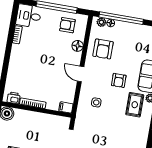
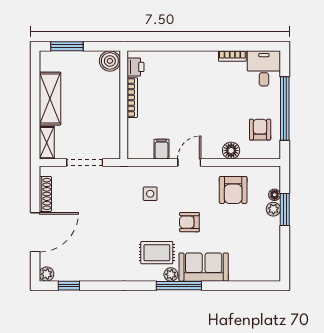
window: (121, 18) -> (285, 210), width x0.47
plant: (101, 22) -> (273, 209), moved
armchair: (103, 49) -> (233, 190), turned -90
filing cabinet: (66, 107) -> (161, 149), moved

